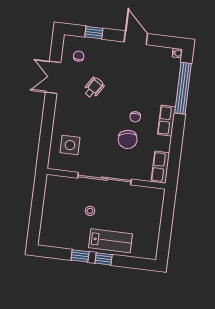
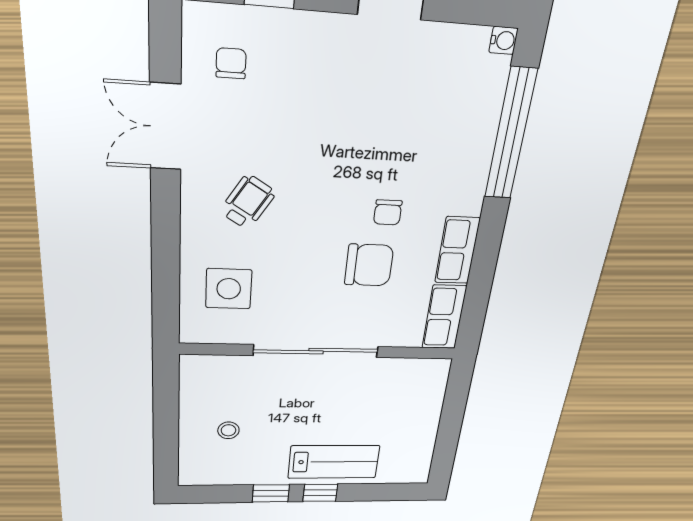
wheelchair: (94, 88) -> (248, 202), moved
row of seats: (166, 121) -> (457, 250), moved
chair: (128, 139) -> (369, 265), turned -80
stool: (90, 211) -> (228, 430), moved

